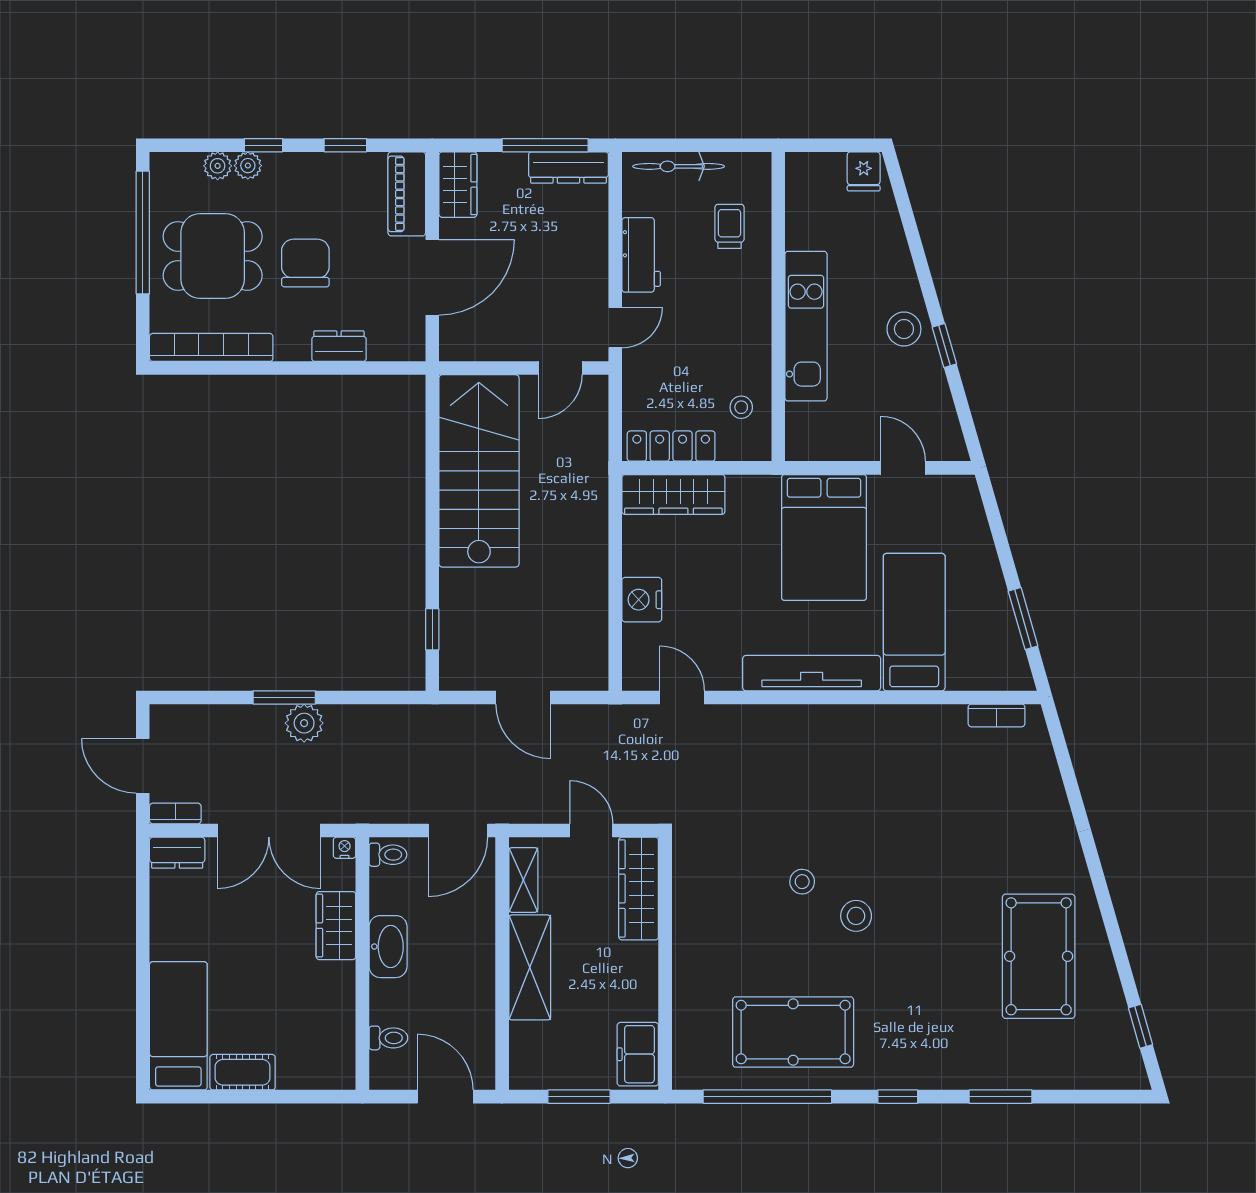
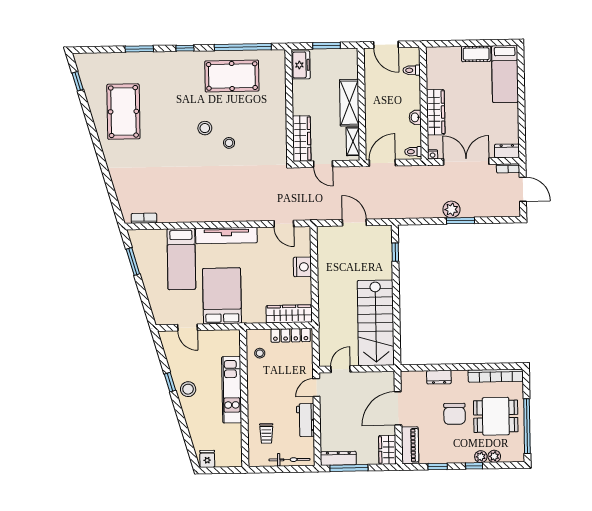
wardrobe: (336, 926) -> (436, 112), width x1.50
washbasin: (388, 947) -> (415, 117), width x0.52, depth x0.69

